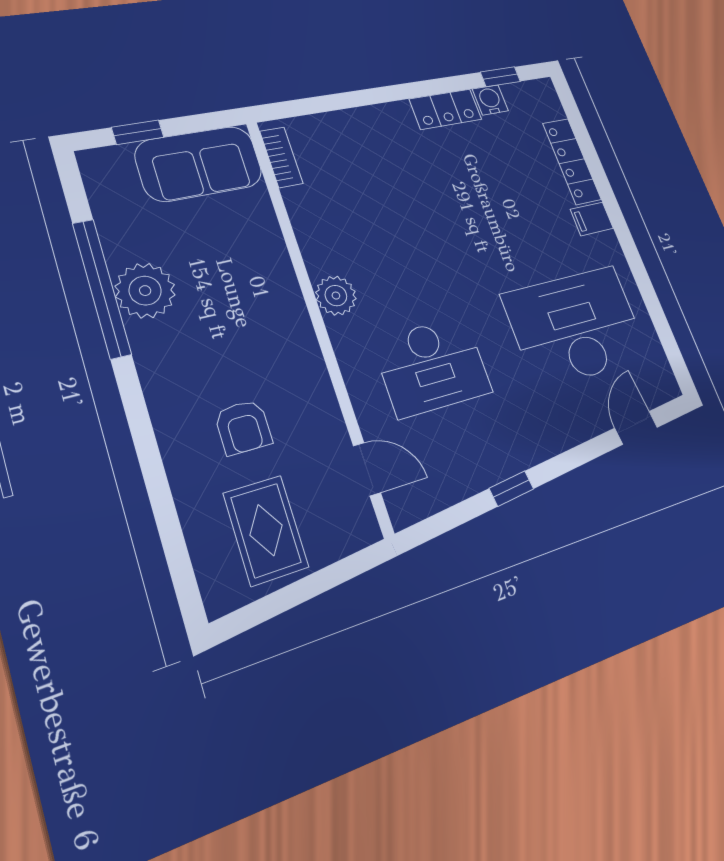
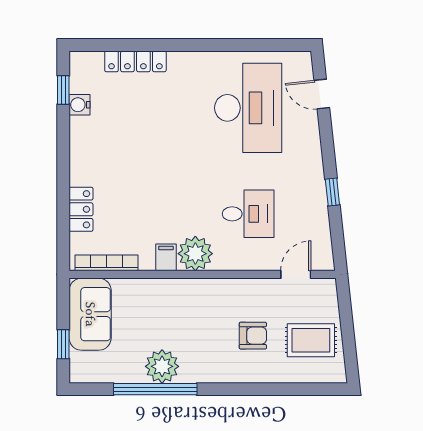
locker: (446, 109) -> (81, 209), moved
bookcase: (281, 157) -> (106, 263), width x1.56
filing cabinet: (592, 219) -> (166, 257), moved, turned 180
plant: (336, 296) -> (195, 254), width x1.36, depth x1.36
desk: (576, 326) -> (248, 108), turned 180
desk: (432, 366) -> (248, 214), width x0.73

